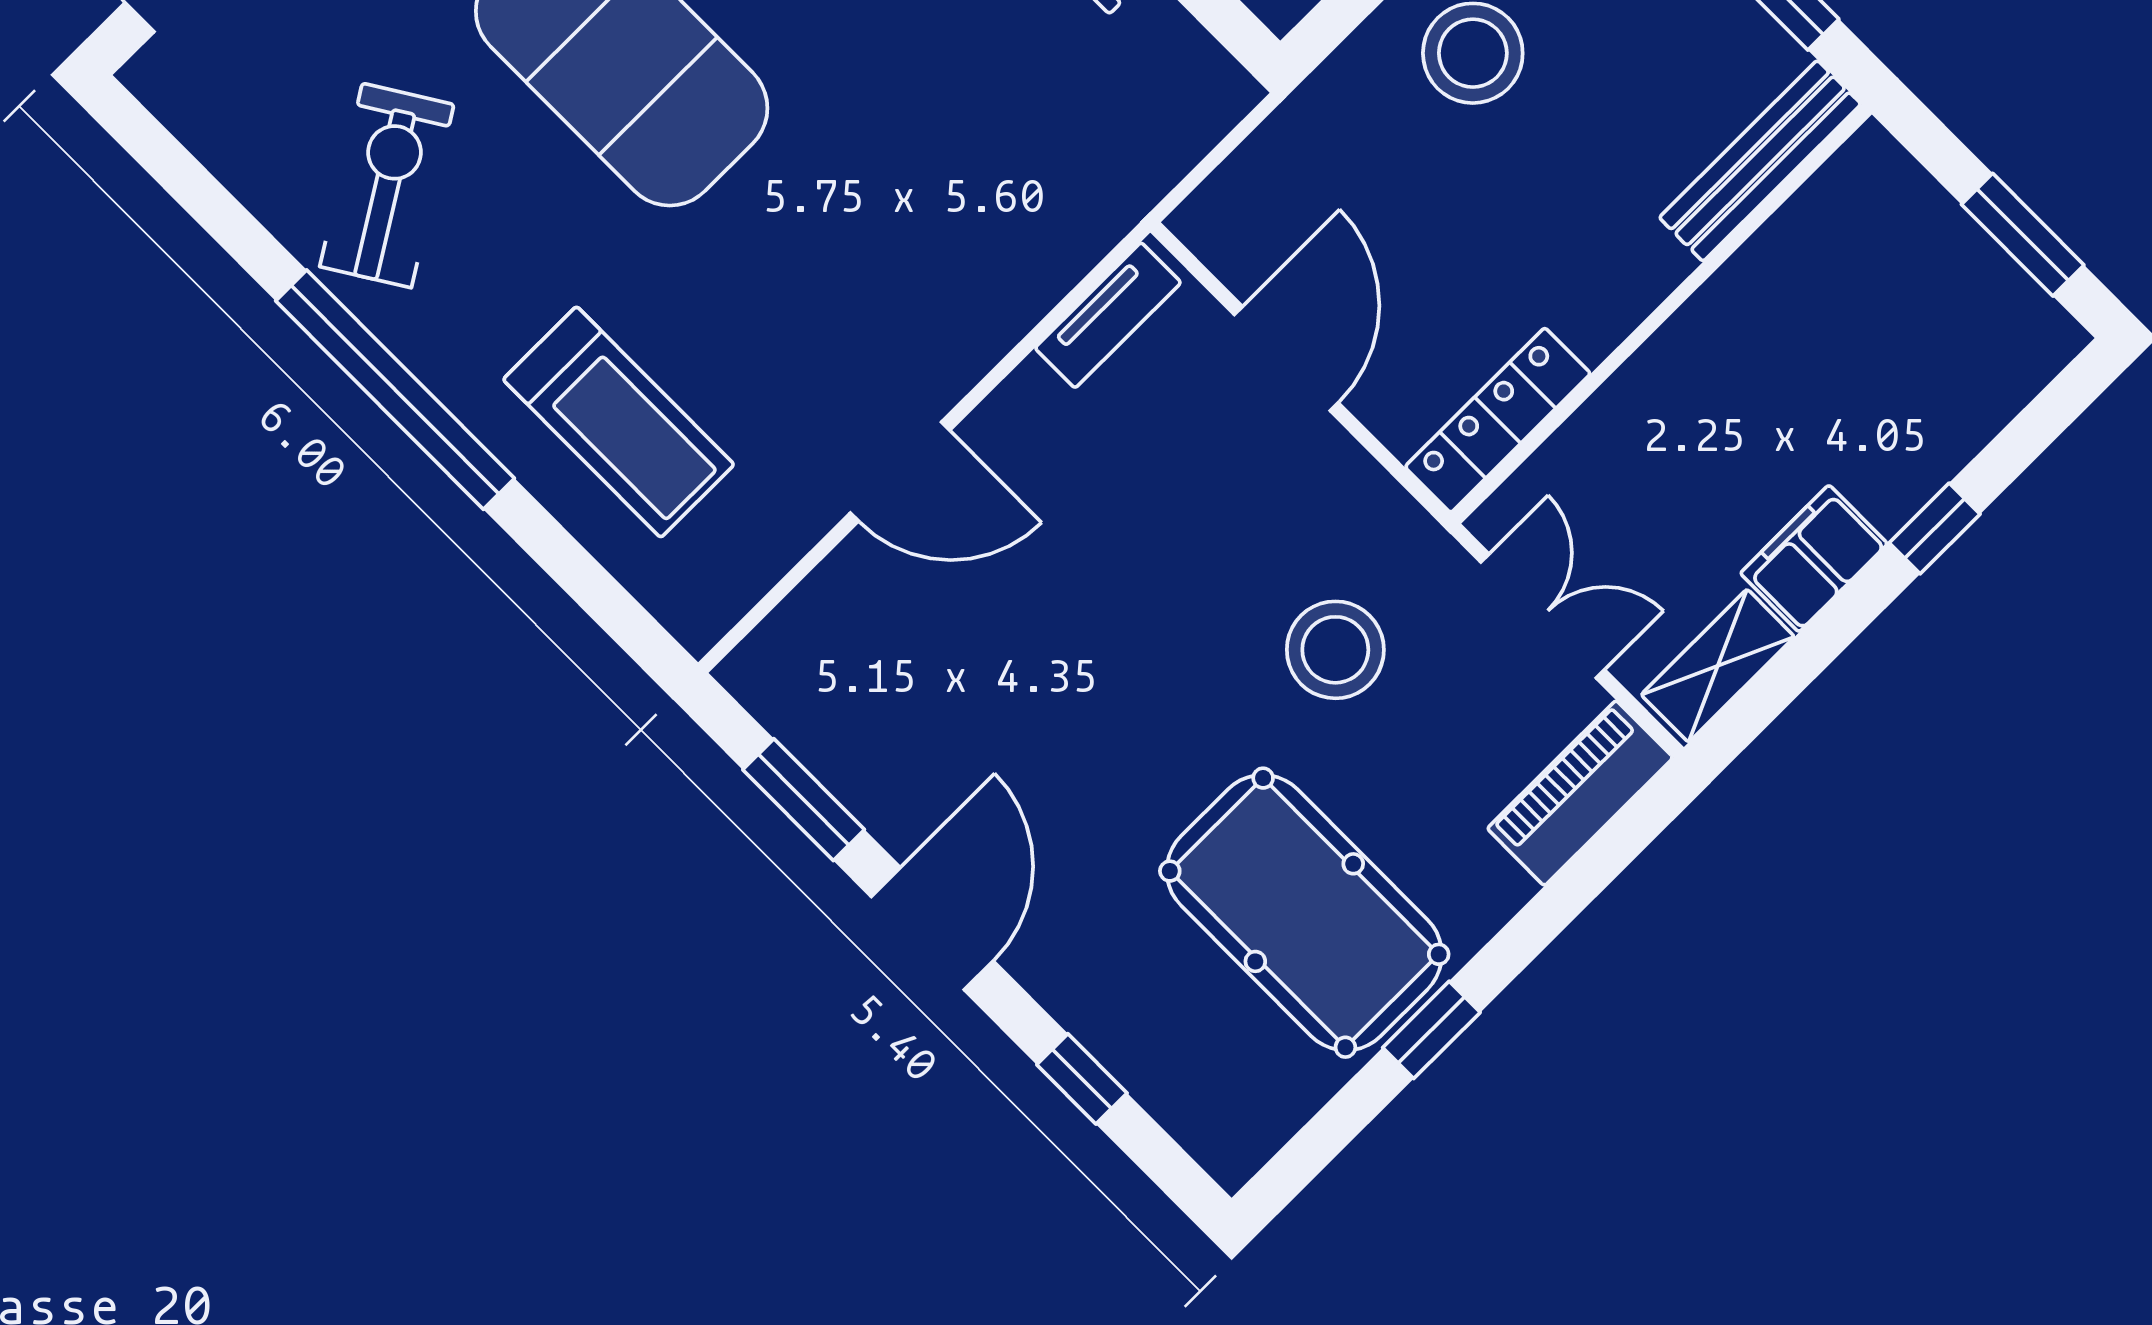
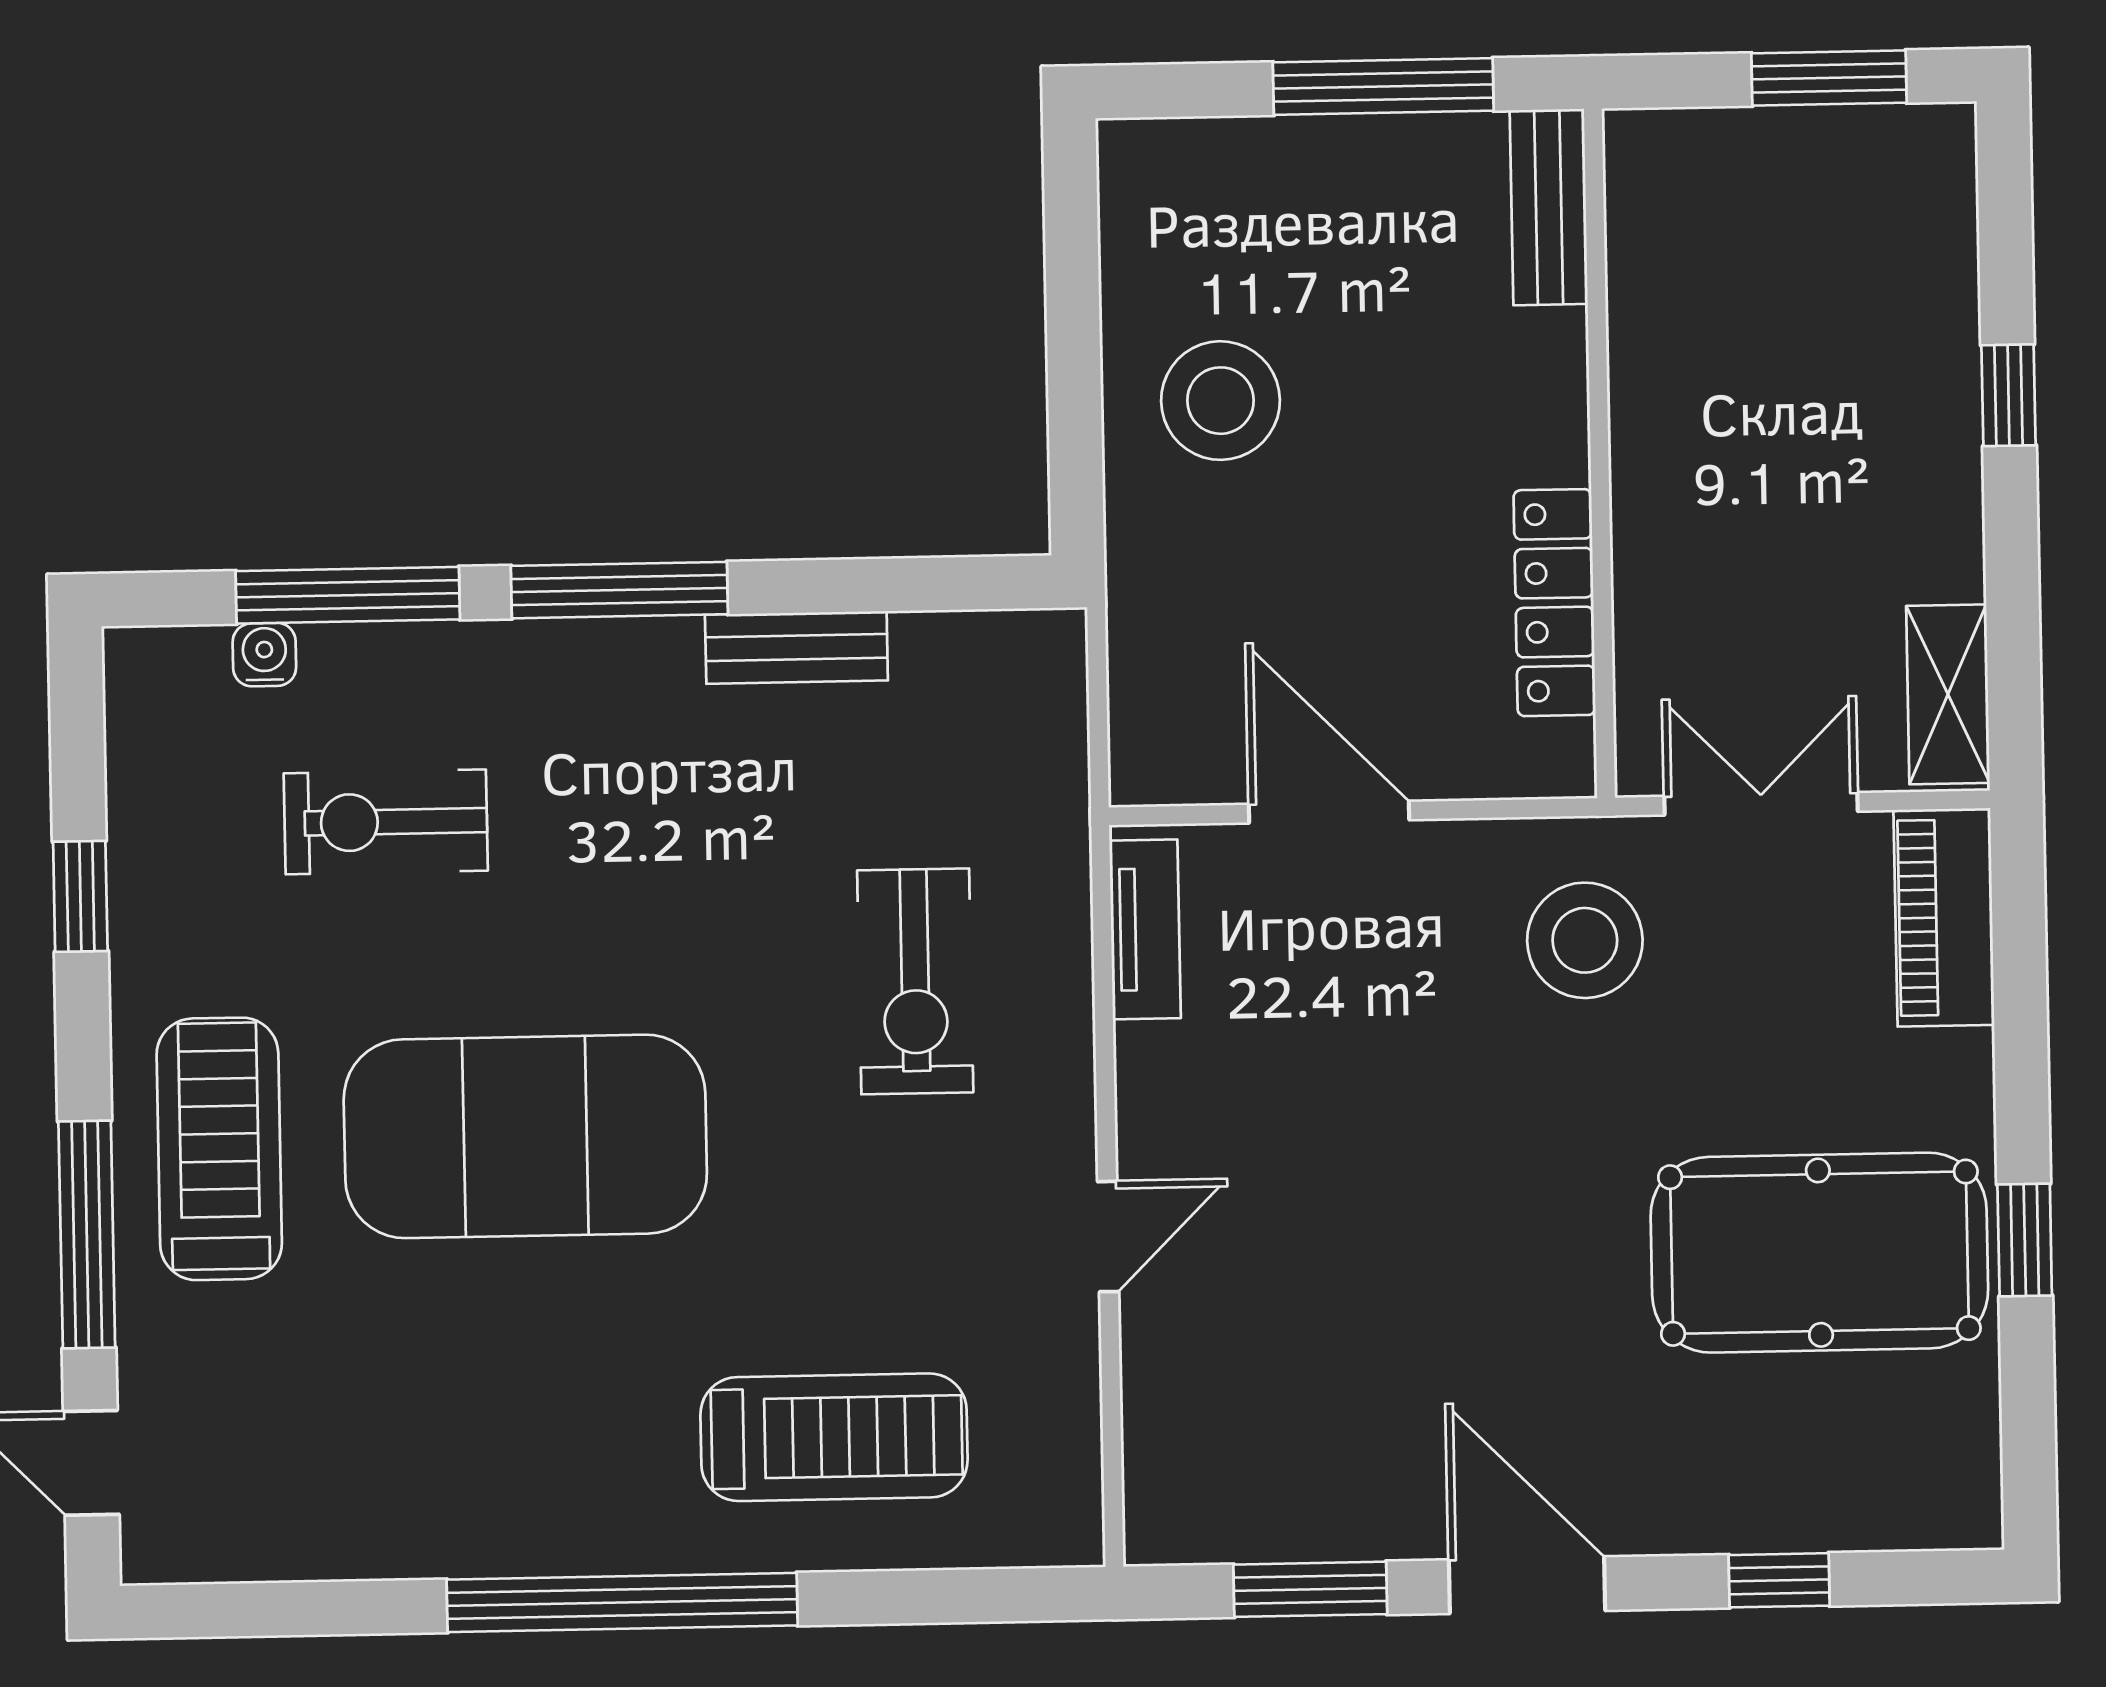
bench: (1760, 161) -> (1549, 207), width x0.73
exercise bike: (387, 185) -> (915, 981), moved, turned -148
locker: (1498, 420) -> (1555, 603), moved
door: (900, 472) -> (1108, 1237), width x0.73
filing cabinet: (1814, 559) -> (1935, 524), removed
stool: (1335, 650) -> (1585, 940), moved

